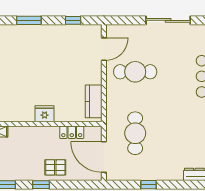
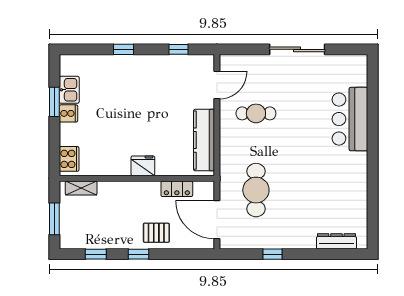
window: (29, 20) -> (123, 49), width x0.67
cafe table: (135, 72) -> (256, 113), width x0.73, depth x0.74
kitchen counter: (94, 101) -> (204, 140), width x1.50

